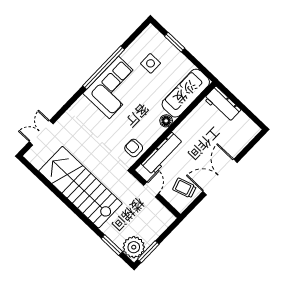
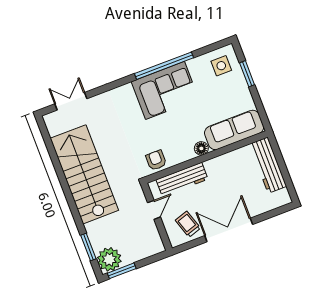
side table: (151, 63) -> (221, 66), moved
workbench: (222, 104) -> (268, 165), width x1.38

